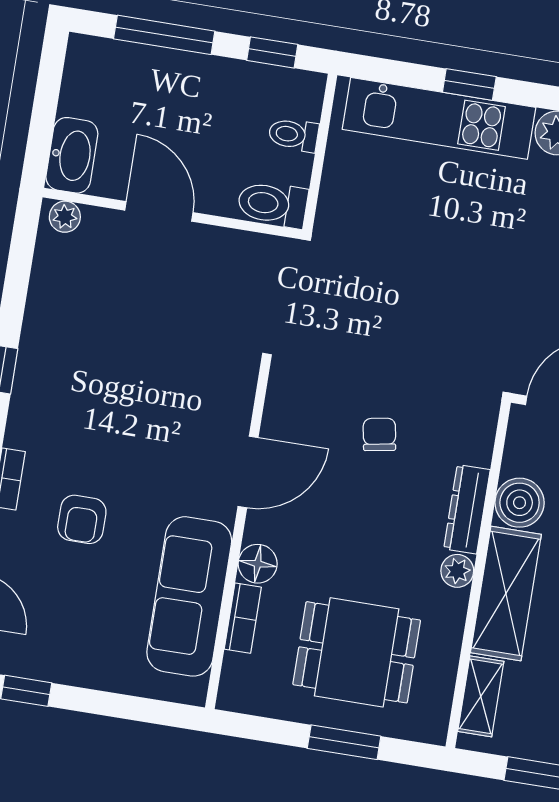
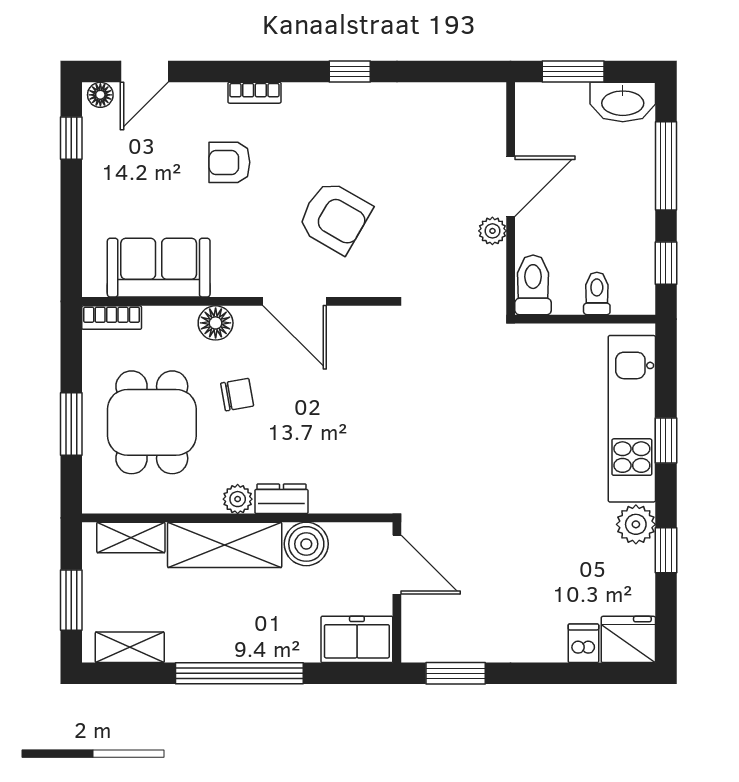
window: (43, 121) -> (573, 71), added
washbasin: (72, 155) -> (623, 102), moved
plant: (65, 217) -> (492, 231), moved
armchair: (161, 412) -> (335, 217), added
chair: (379, 434) -> (237, 395), moved
dresser: (467, 509) -> (281, 499), width x0.70
sofa: (189, 596) -> (159, 268), width x0.73
bookcase: (243, 618) -> (112, 318), moved

